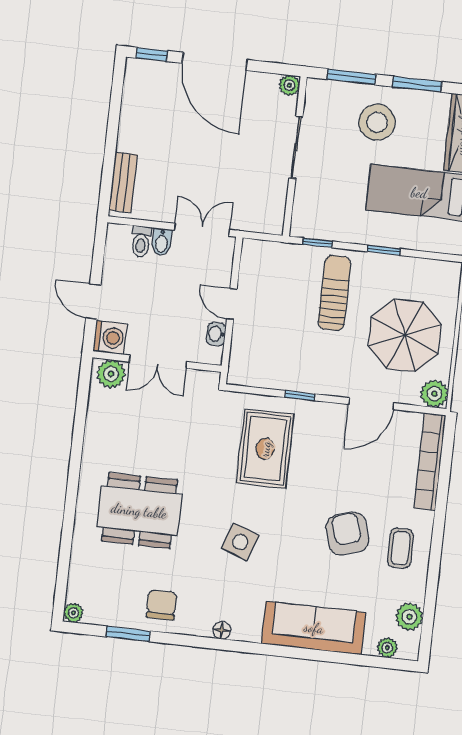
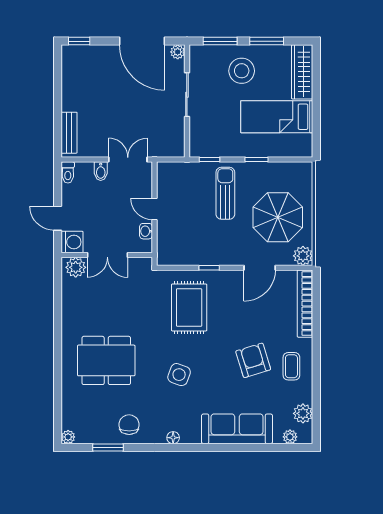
door: (215, 61) -> (142, 41), moved
toilet: (141, 241) -> (68, 172), moved

